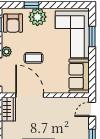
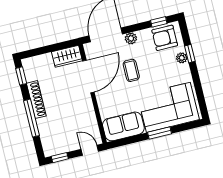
plant: (37, 17) -> (182, 58), width x0.53, depth x0.53
window: (92, 37) -> (160, 133), moved

